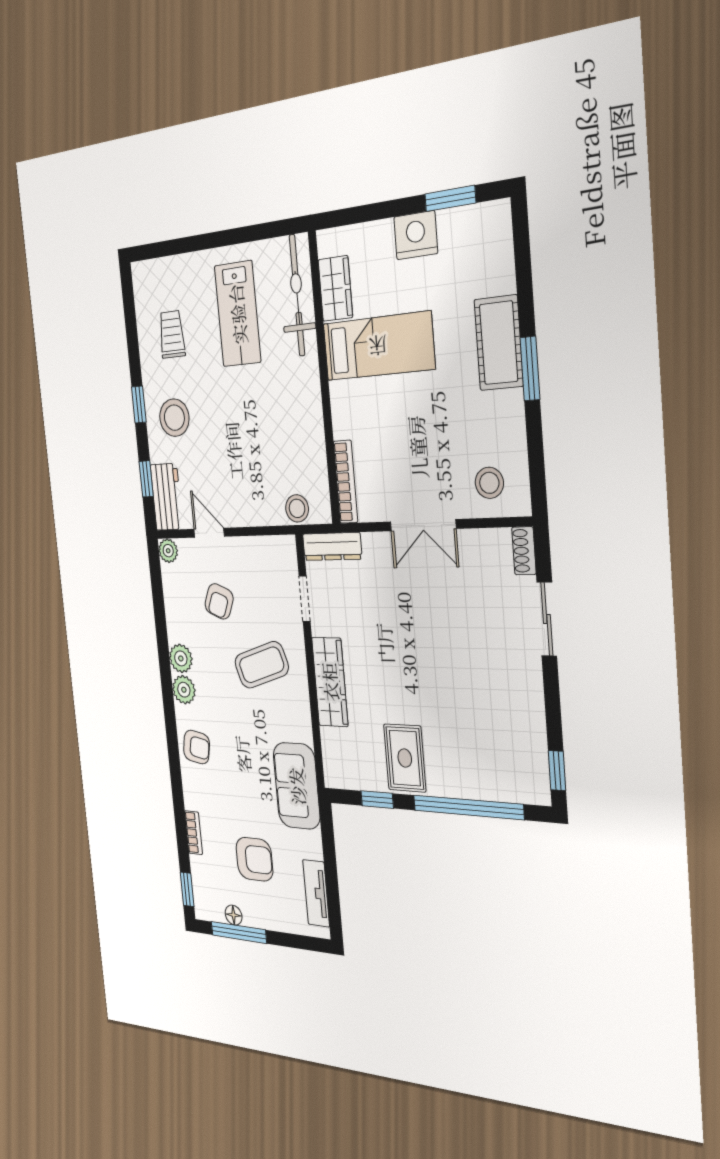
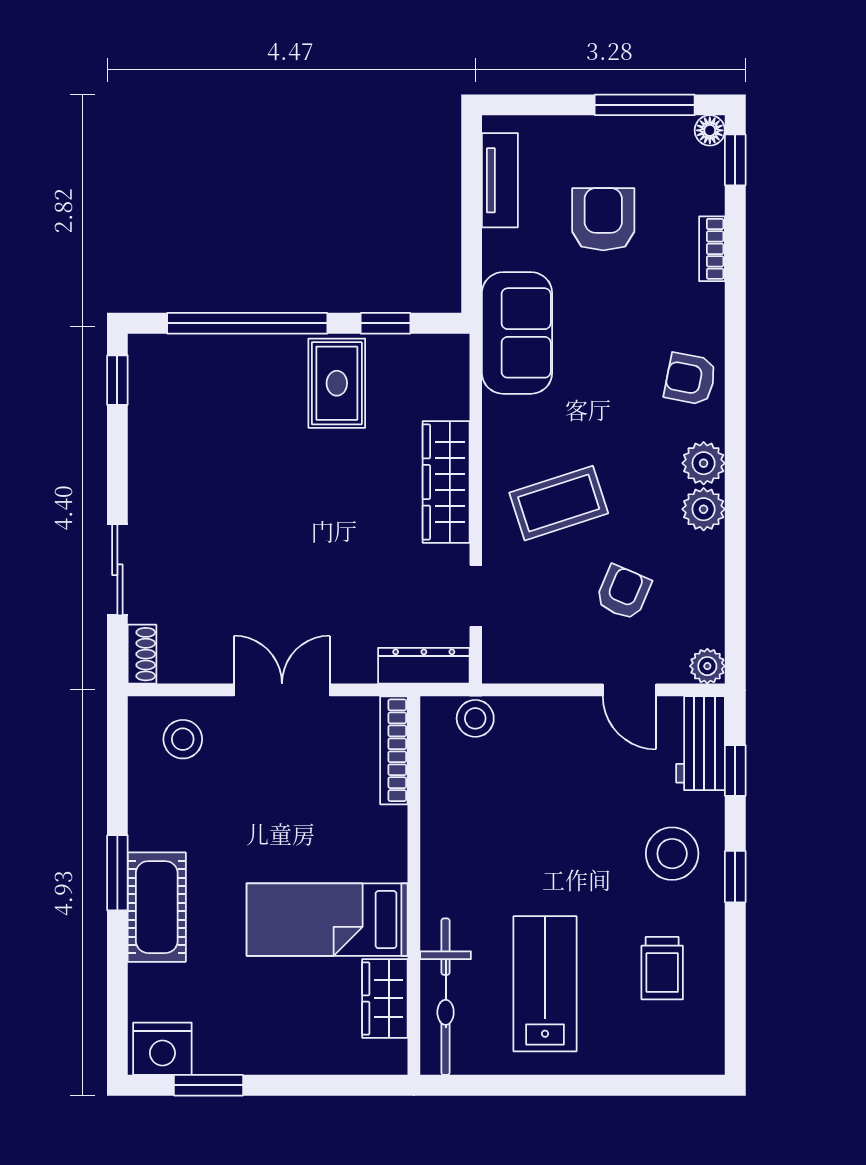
nightstand: (416, 235) -> (162, 1049), moved
armchair: (254, 859) -> (603, 219), turned 90
floor lamp: (234, 915) -> (710, 130), moved

